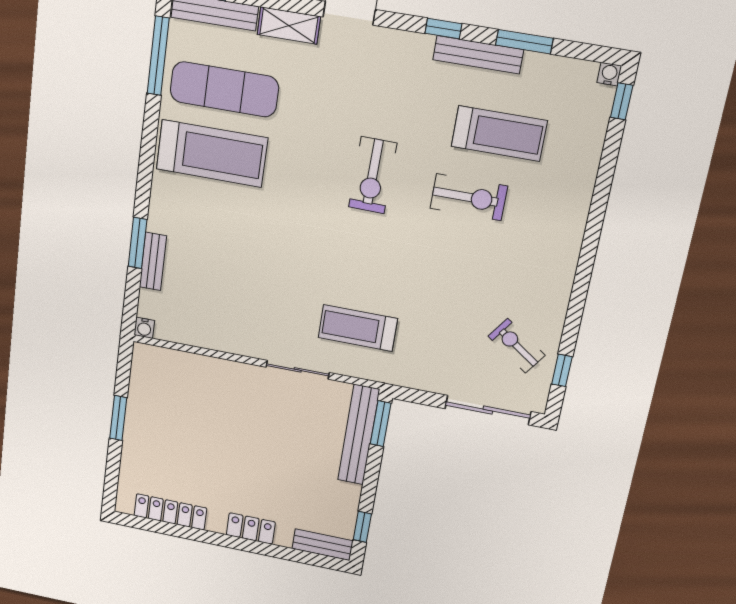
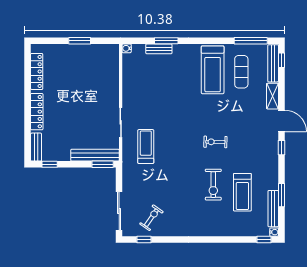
window: (443, 29) -> (281, 148), moved
bench: (478, 55) -> (273, 209), moved
exercise mat: (224, 89) -> (241, 72), width x0.73, depth x0.69
exercise bike: (373, 175) -> (215, 142), width x0.73, depth x0.72
locker: (251, 528) -> (37, 112), width x1.53

